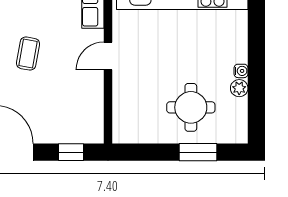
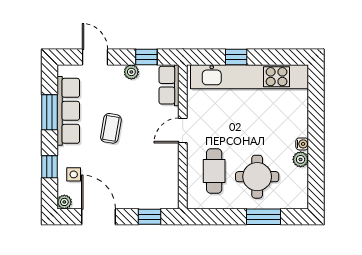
cafe table: (143, 101) -> (214, 171), added

